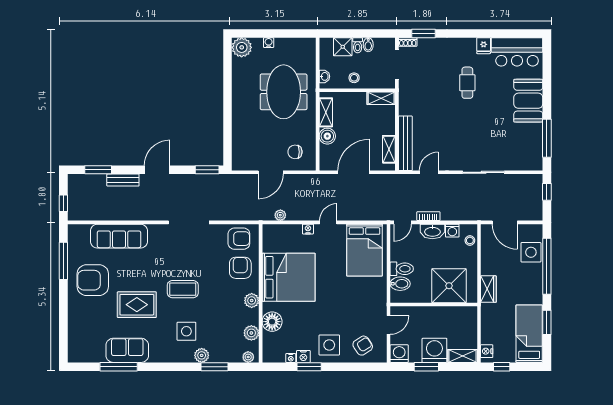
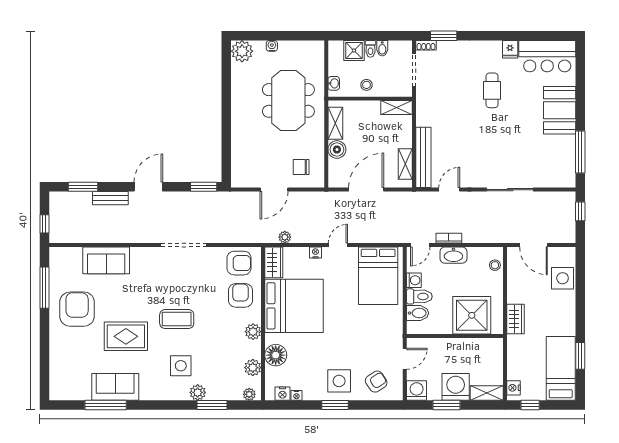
washing machine: (452, 231) -> (414, 280), moved, turned -90
sofa: (119, 236) -> (106, 260), width x0.73
wardrobe: (270, 238) -> (274, 262), added
window: (547, 266) -> (580, 294), removed
armchair: (93, 280) -> (77, 309), turned 90
nightstand: (303, 356) -> (282, 394), moved
window: (309, 367) -> (335, 405), moved

